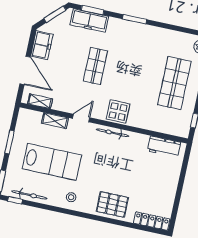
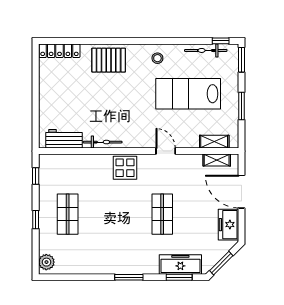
shop shelf: (174, 83) -> (68, 214), width x0.70, depth x0.74
door: (81, 118) -> (166, 151), swing flipped
shelving: (55, 121) -> (214, 142), moved
bicycle: (113, 133) -> (103, 142), moved

